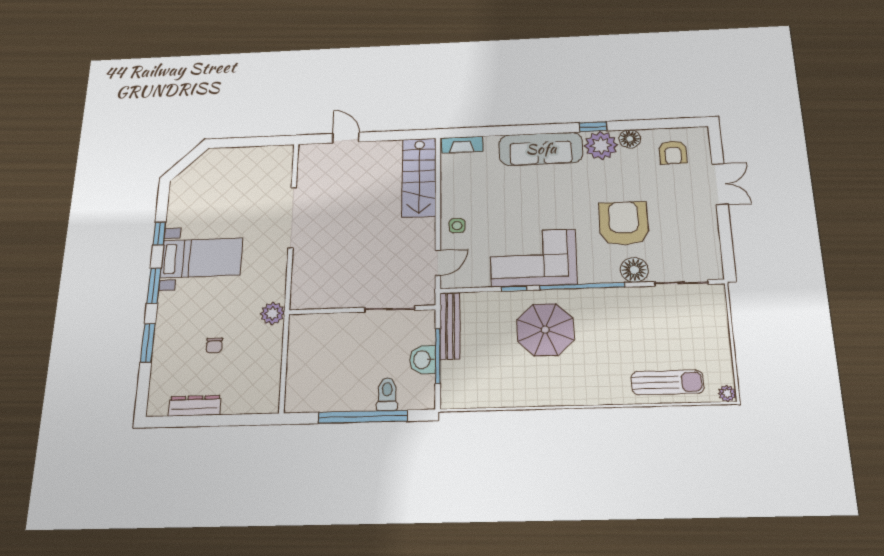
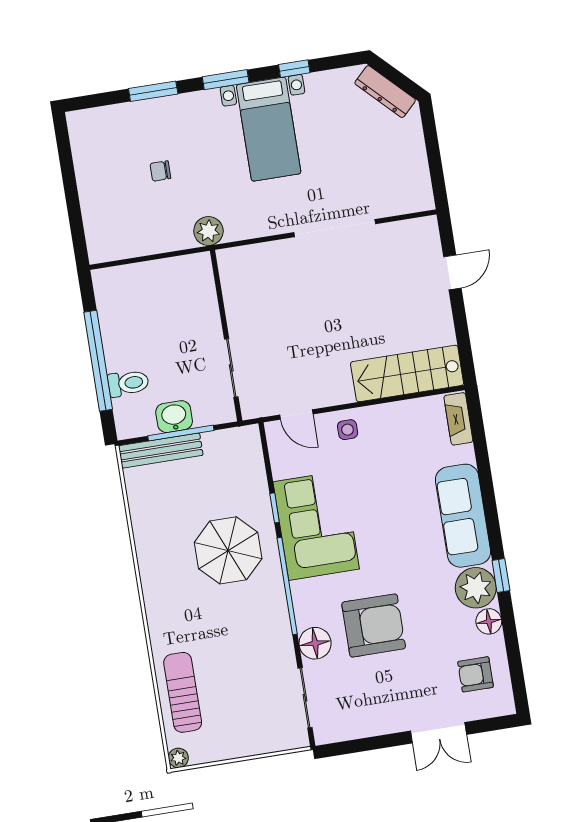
bench: (450, 326) -> (161, 451), moved
sun lounger: (667, 382) -> (183, 692), turned 180
dresser: (195, 406) -> (385, 92), moved, turned 135

